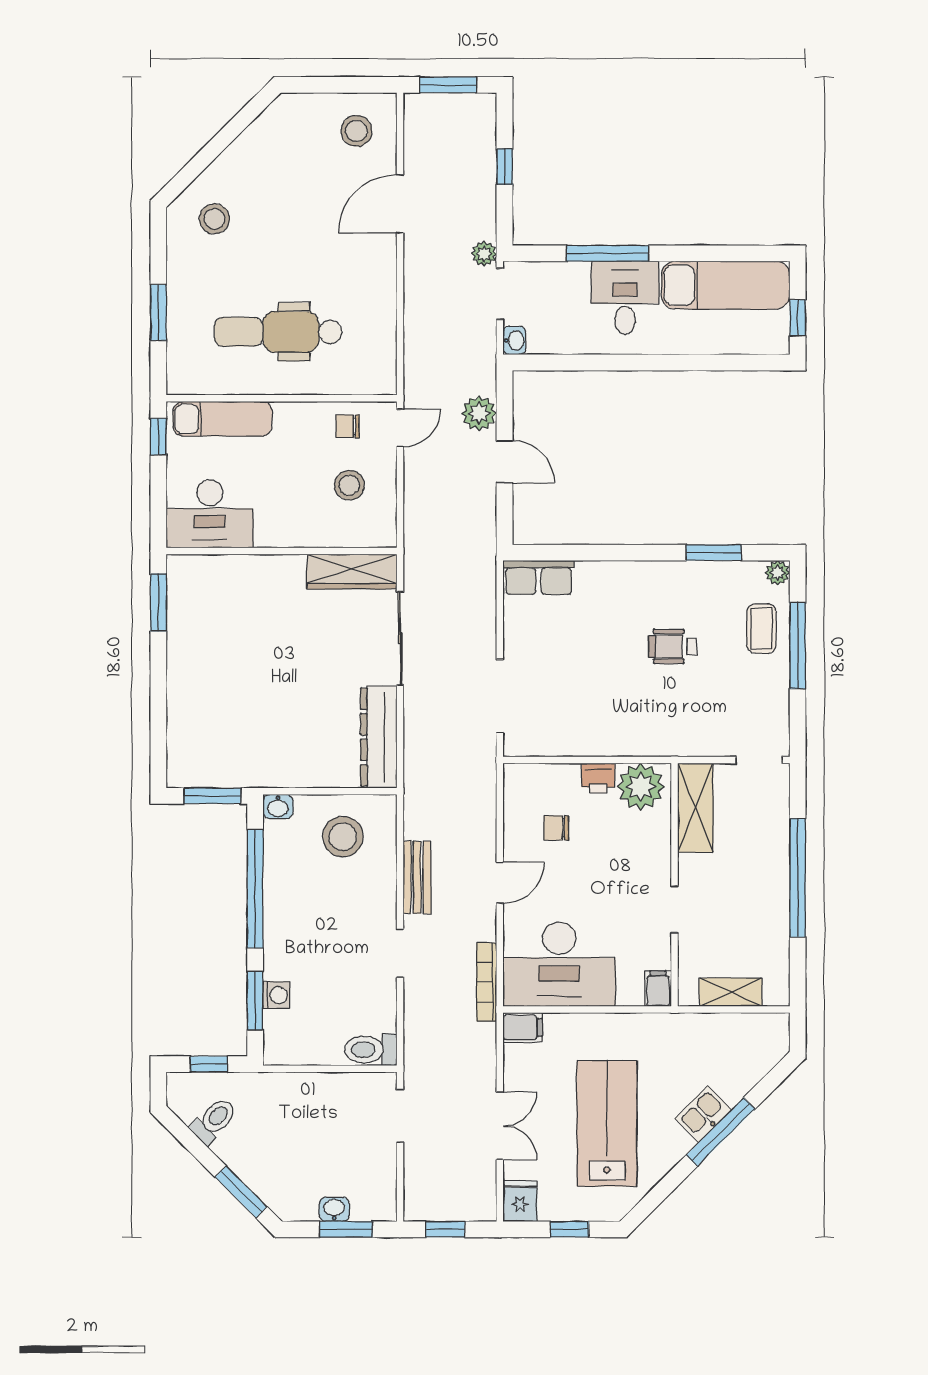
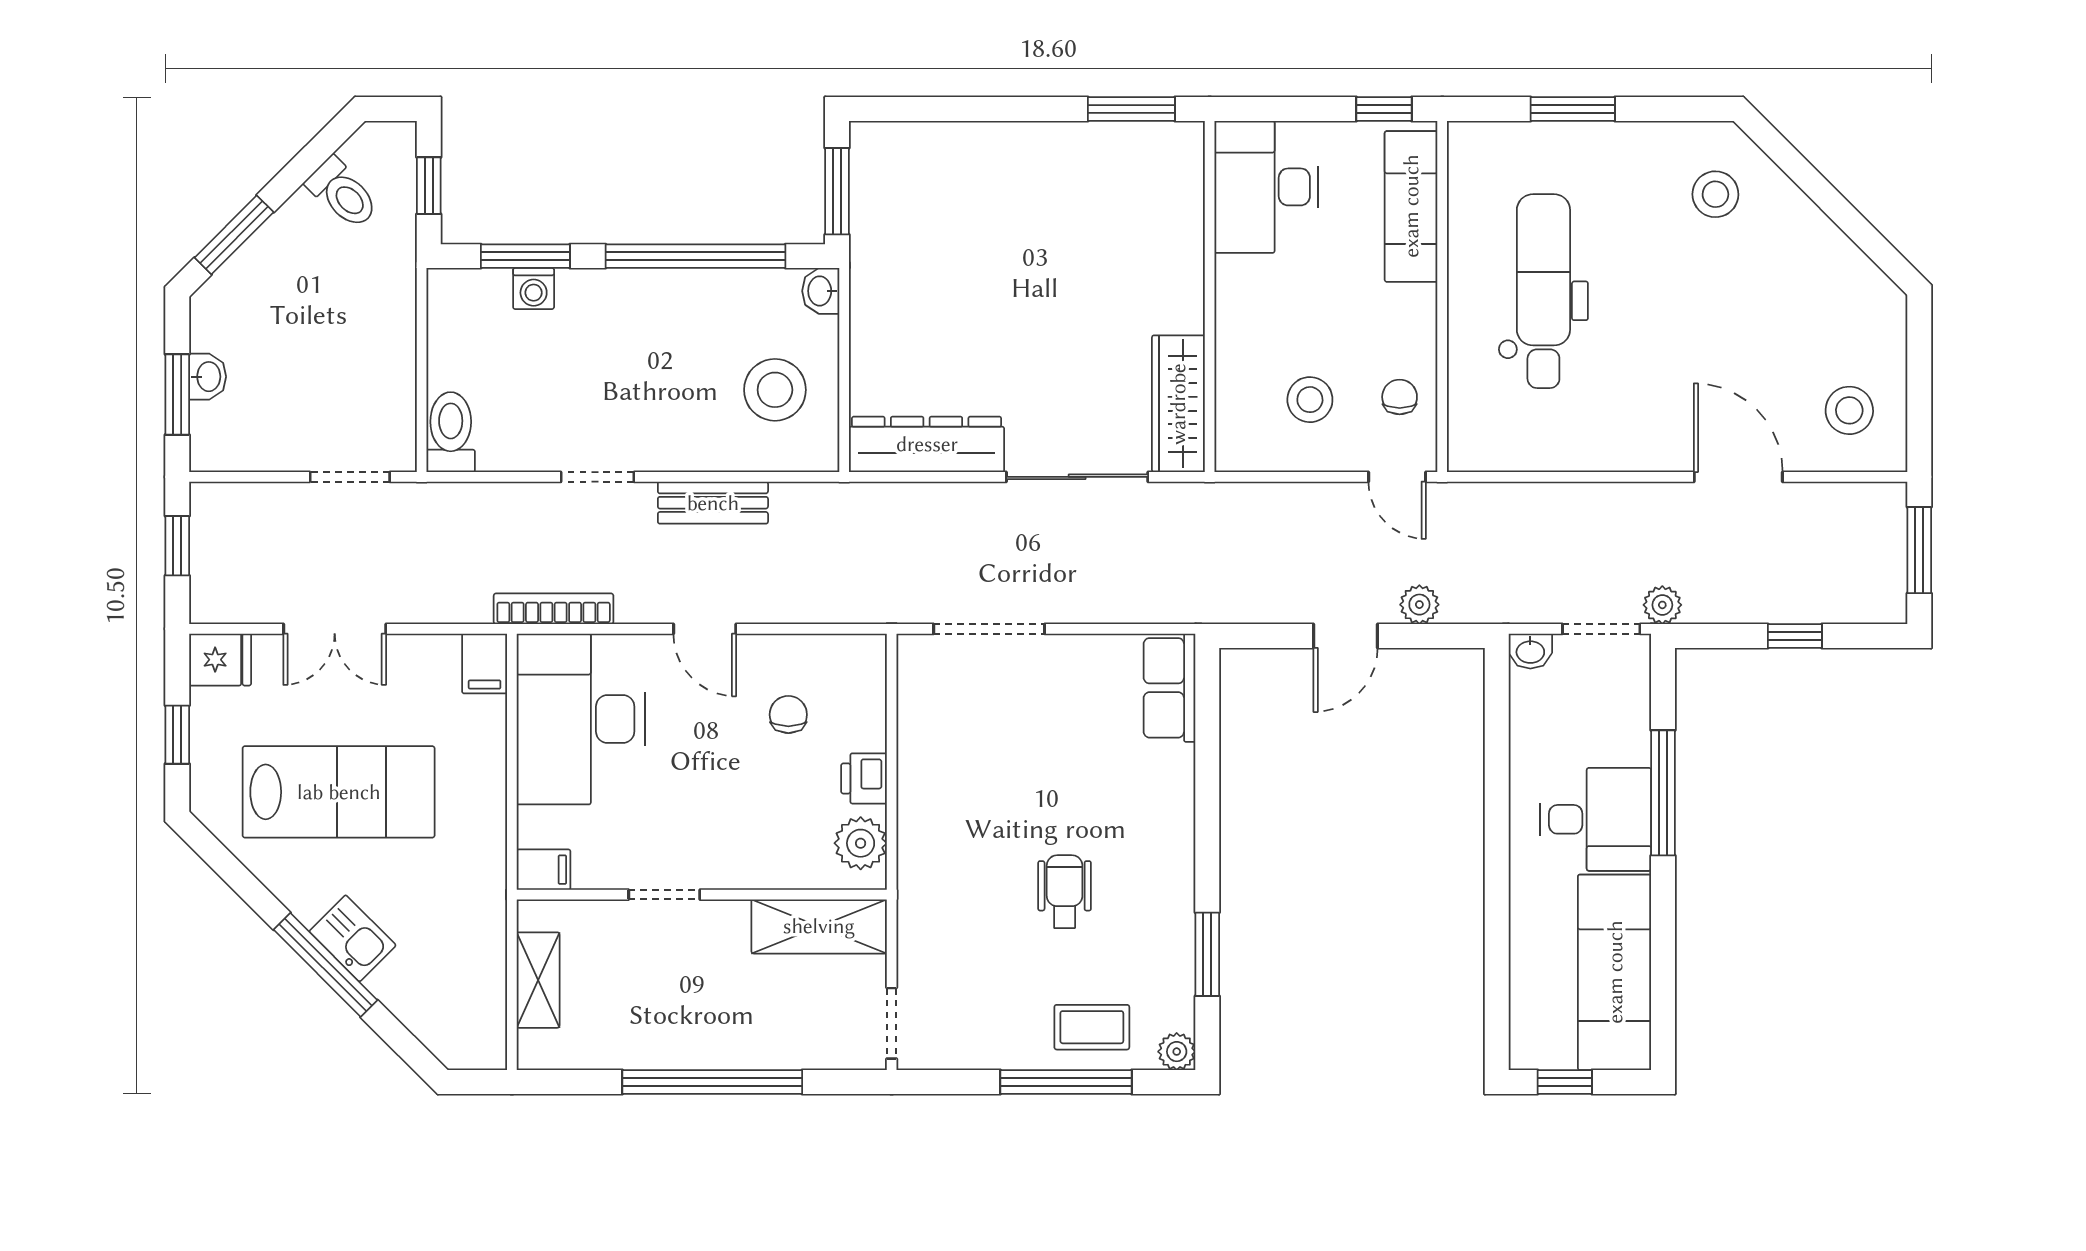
plant: (479, 413) -> (1419, 605), width x0.73, depth x0.73
plant: (641, 787) -> (861, 843), width x0.73, depth x0.73

